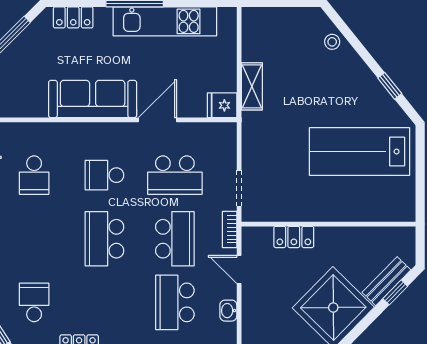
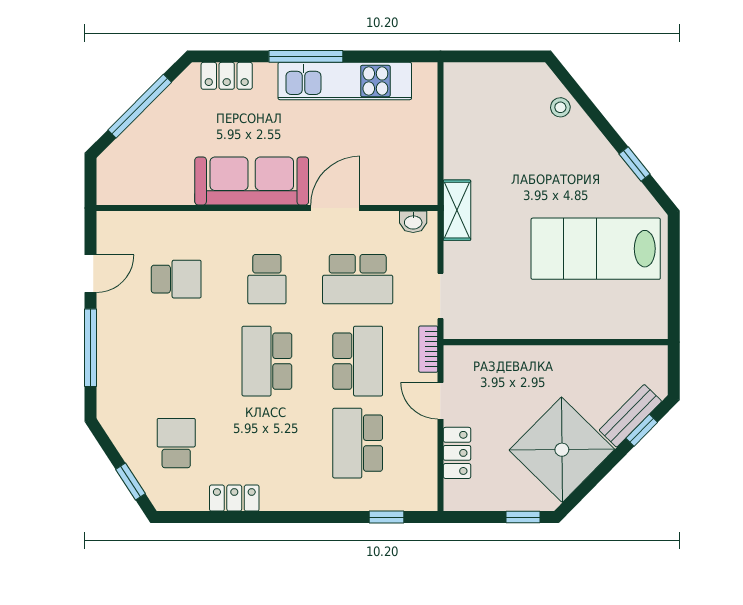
shelving: (252, 86) -> (457, 210), moved
fridge: (222, 105) -> (418, 189), removed
school desk: (34, 175) -> (176, 279), turned -90
school desk: (104, 175) -> (267, 279), turned -90
locker: (294, 237) -> (457, 453), moved, turned -90
washbasin: (228, 311) -> (413, 222), moved, turned -90

